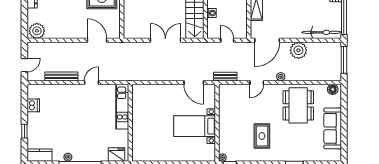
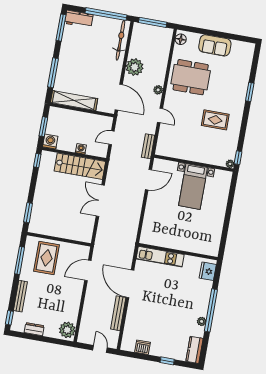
door: (91, 83) -> (130, 284), width x1.88
sofa: (333, 128) -> (215, 45), width x0.73

